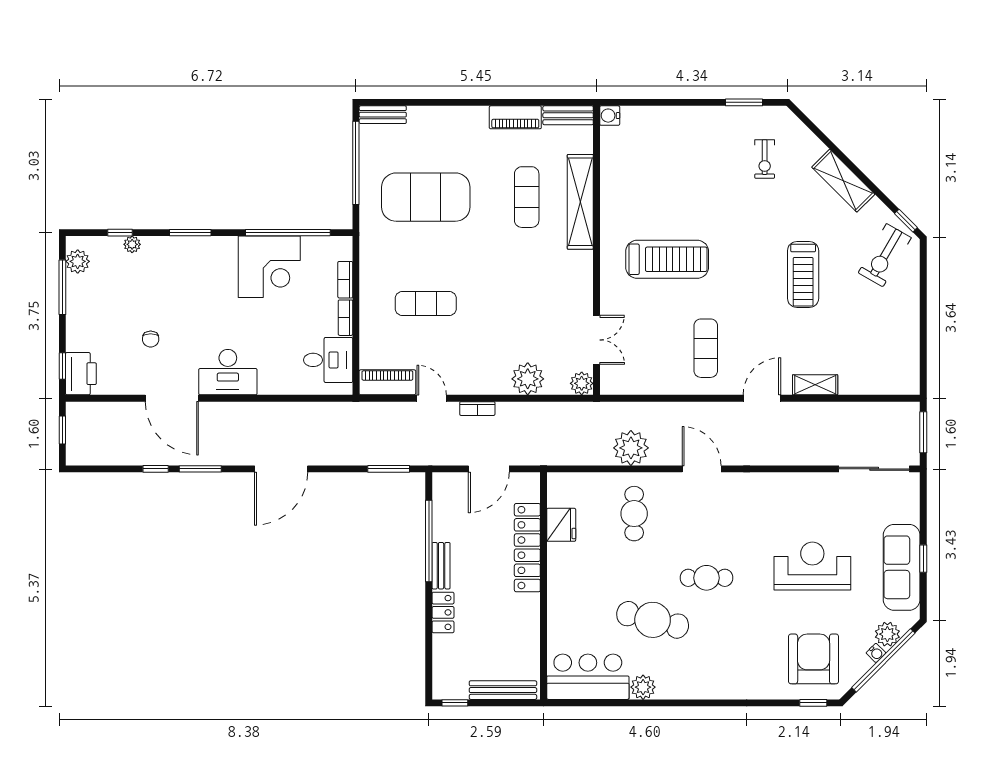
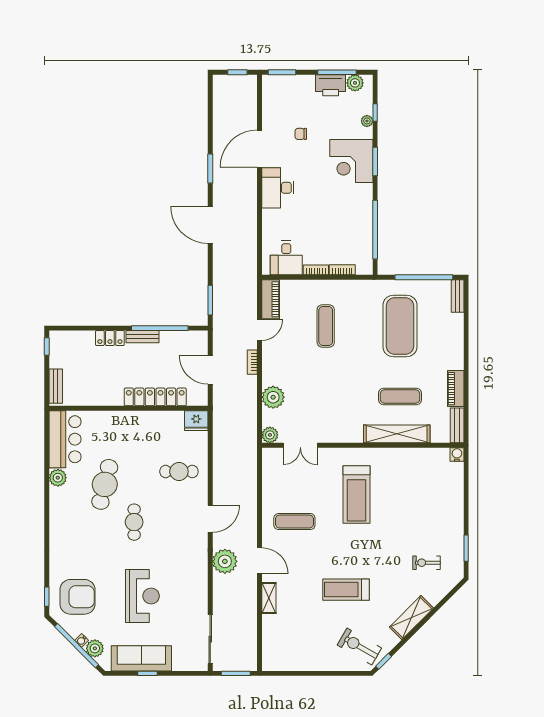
corner desk: (269, 267) -> (351, 161), moved
window: (62, 366) -> (282, 72), width x1.50
printer: (81, 374) -> (331, 85), moved
plant: (631, 448) -> (225, 561), moved
window: (156, 469) -> (210, 137), removed
fridge: (561, 525) -> (196, 421), moved
bench: (503, 690) -> (56, 386), width x0.73

